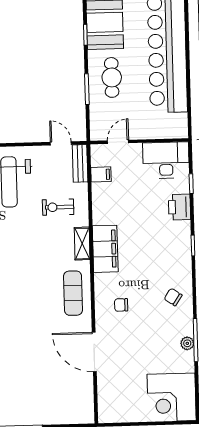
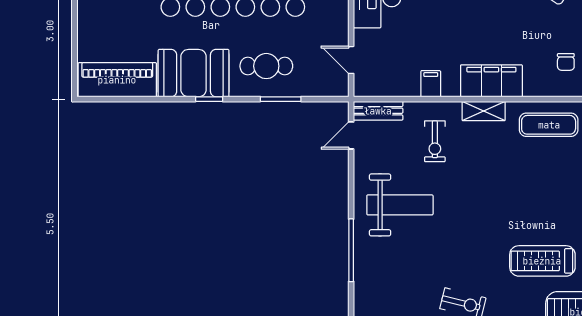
filing cabinet: (101, 174) -> (431, 84), moved

